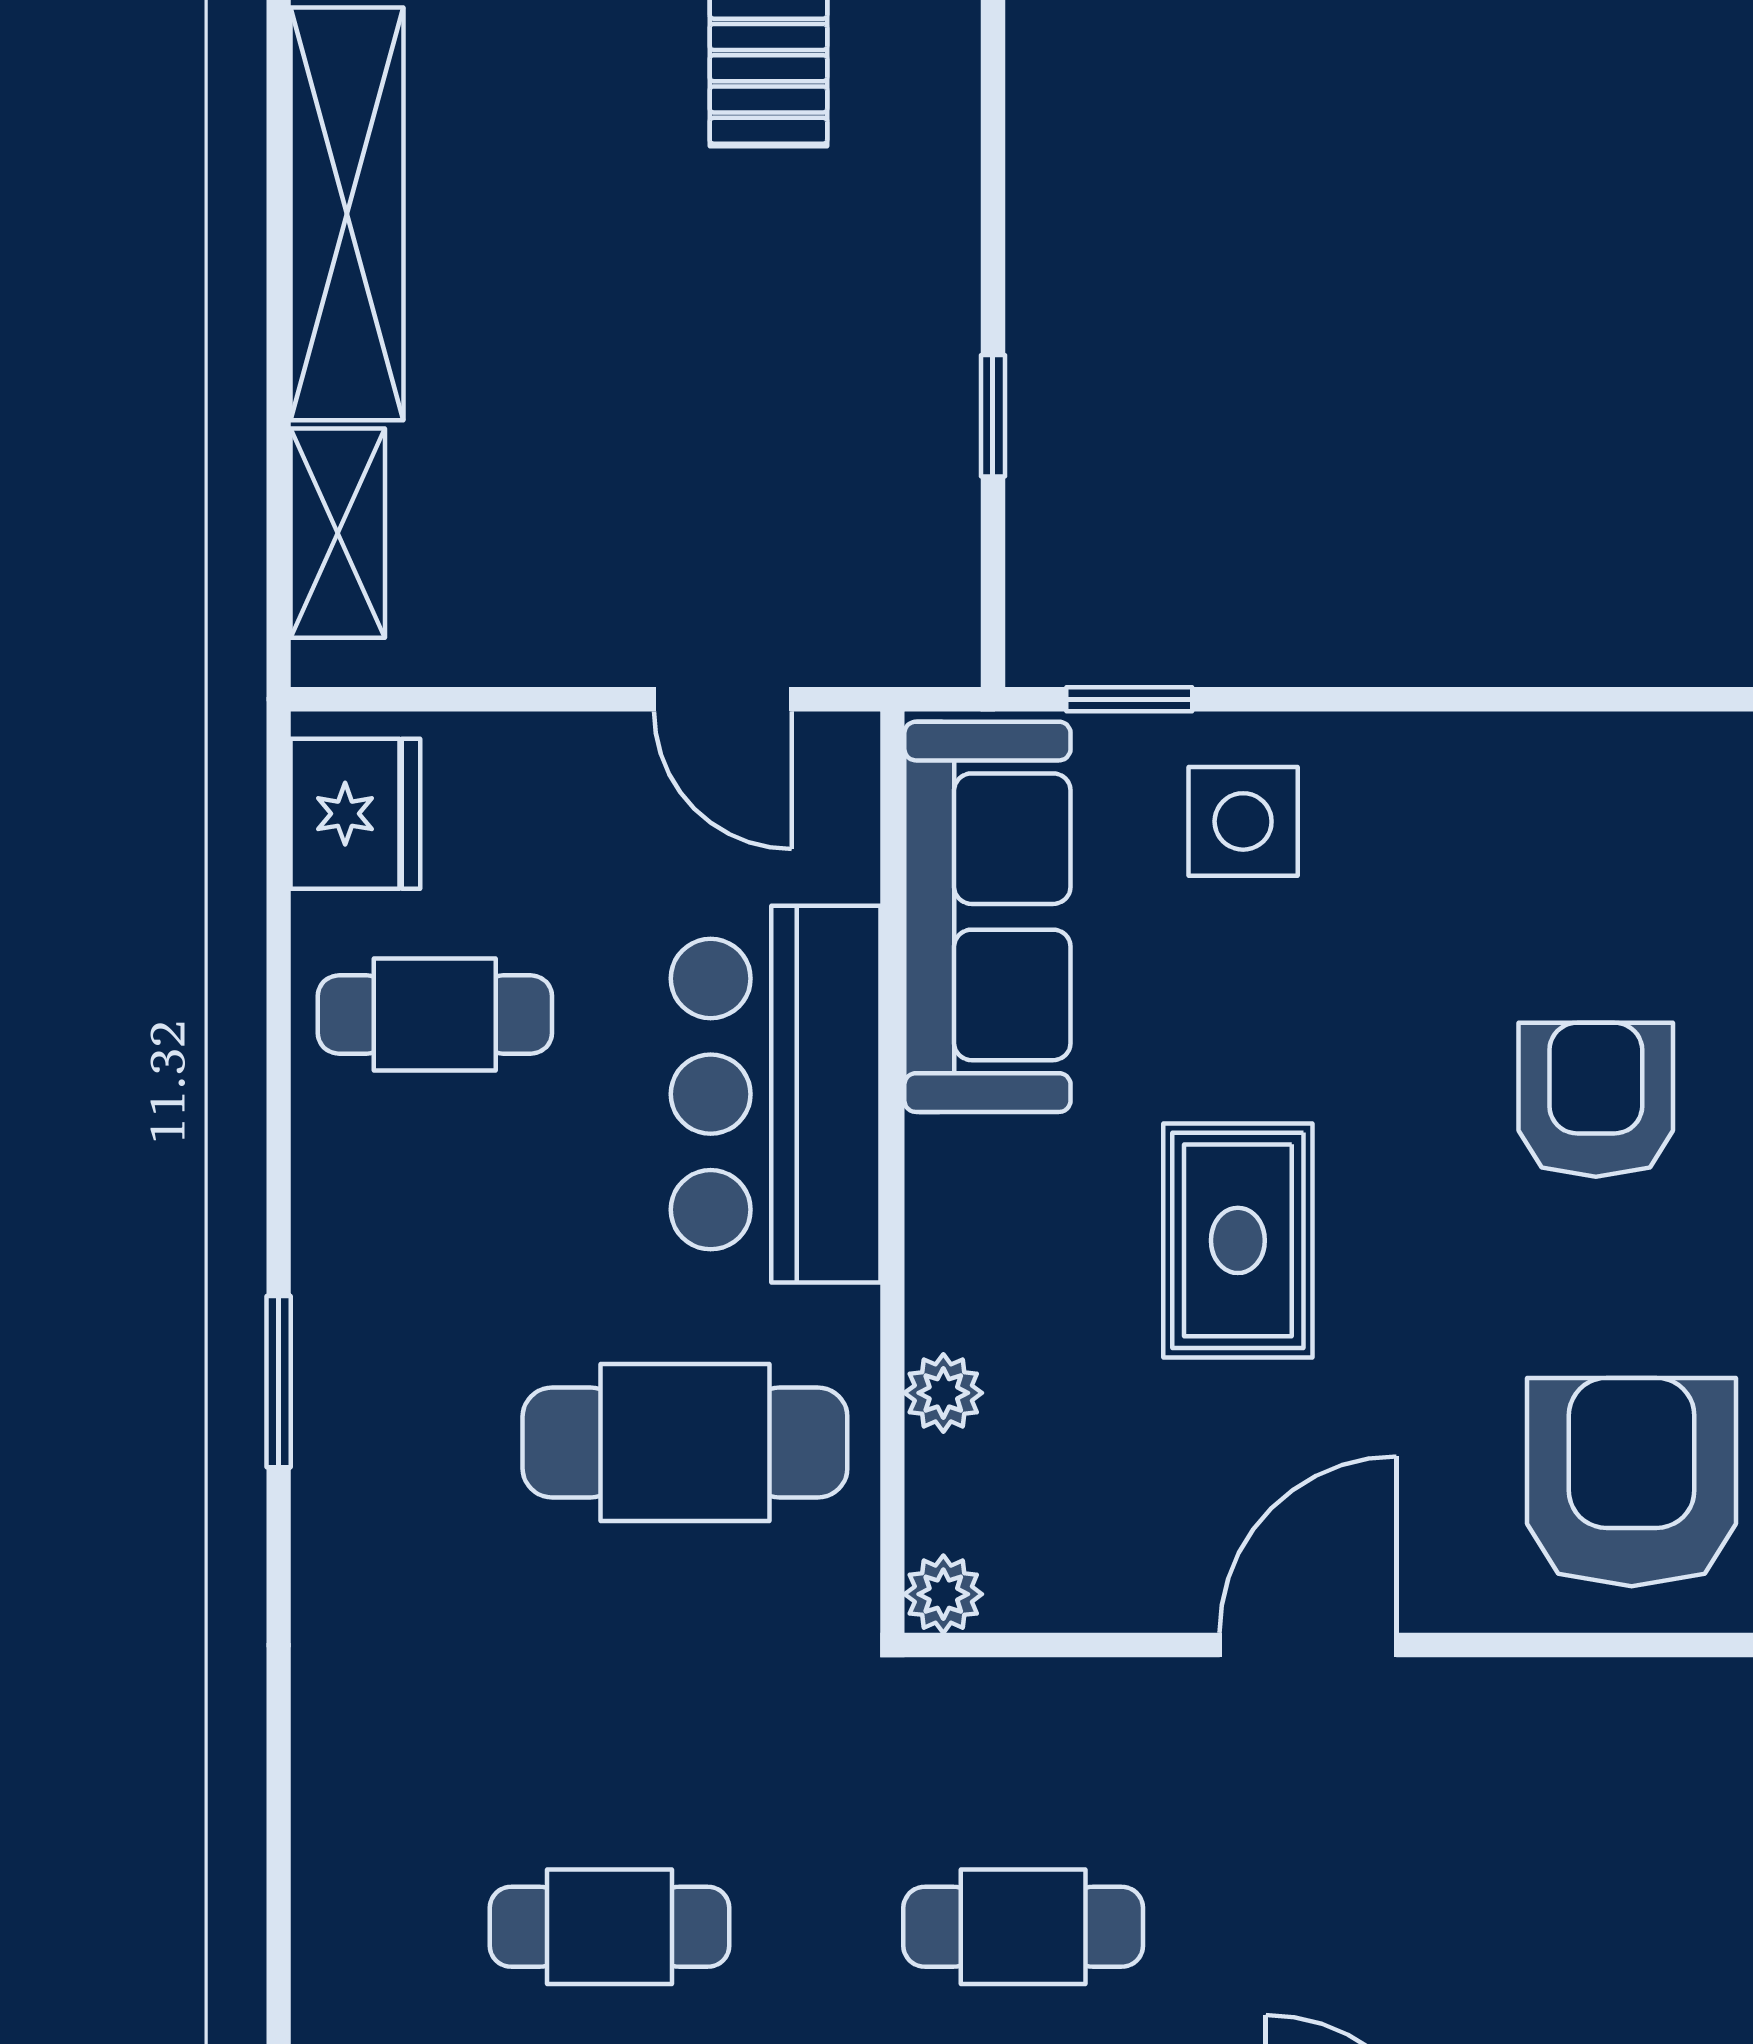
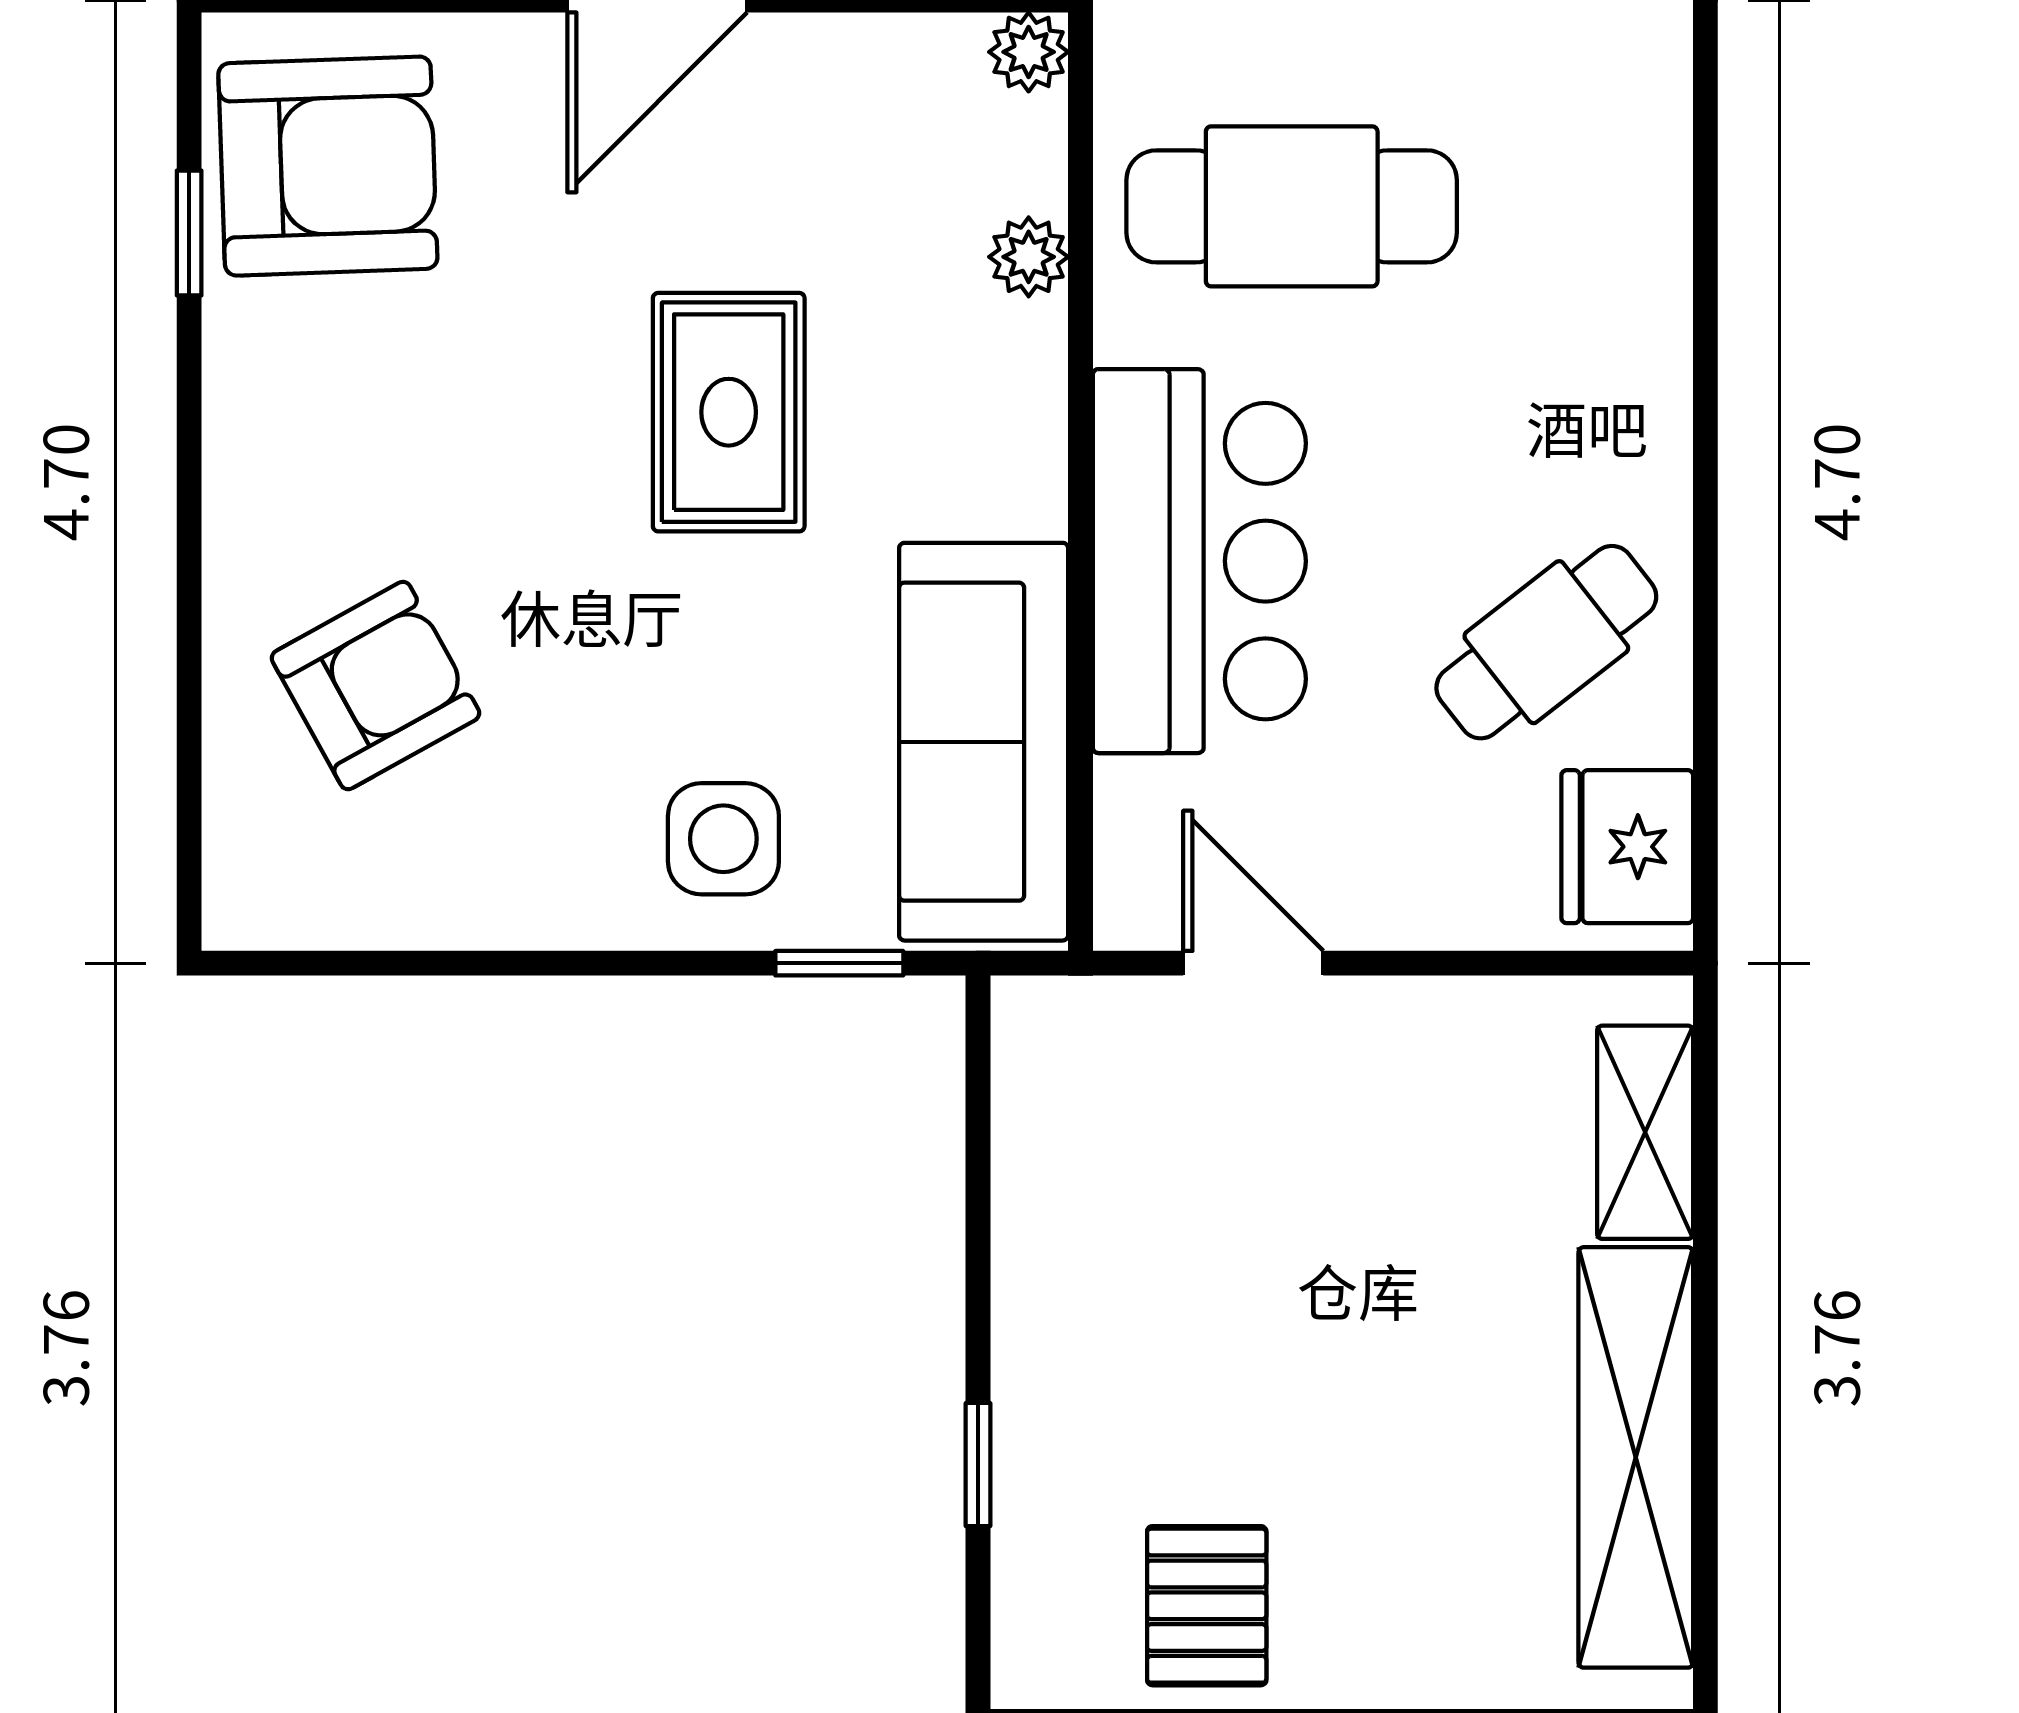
window: (993, 416) -> (978, 1465), moved
cafe table: (435, 1015) -> (1546, 642), turned -38
armchair: (1596, 1100) -> (376, 686), moved, turned -119
window: (279, 1382) -> (1705, 268), removed
armchair: (1632, 1482) -> (328, 166), turned -92

